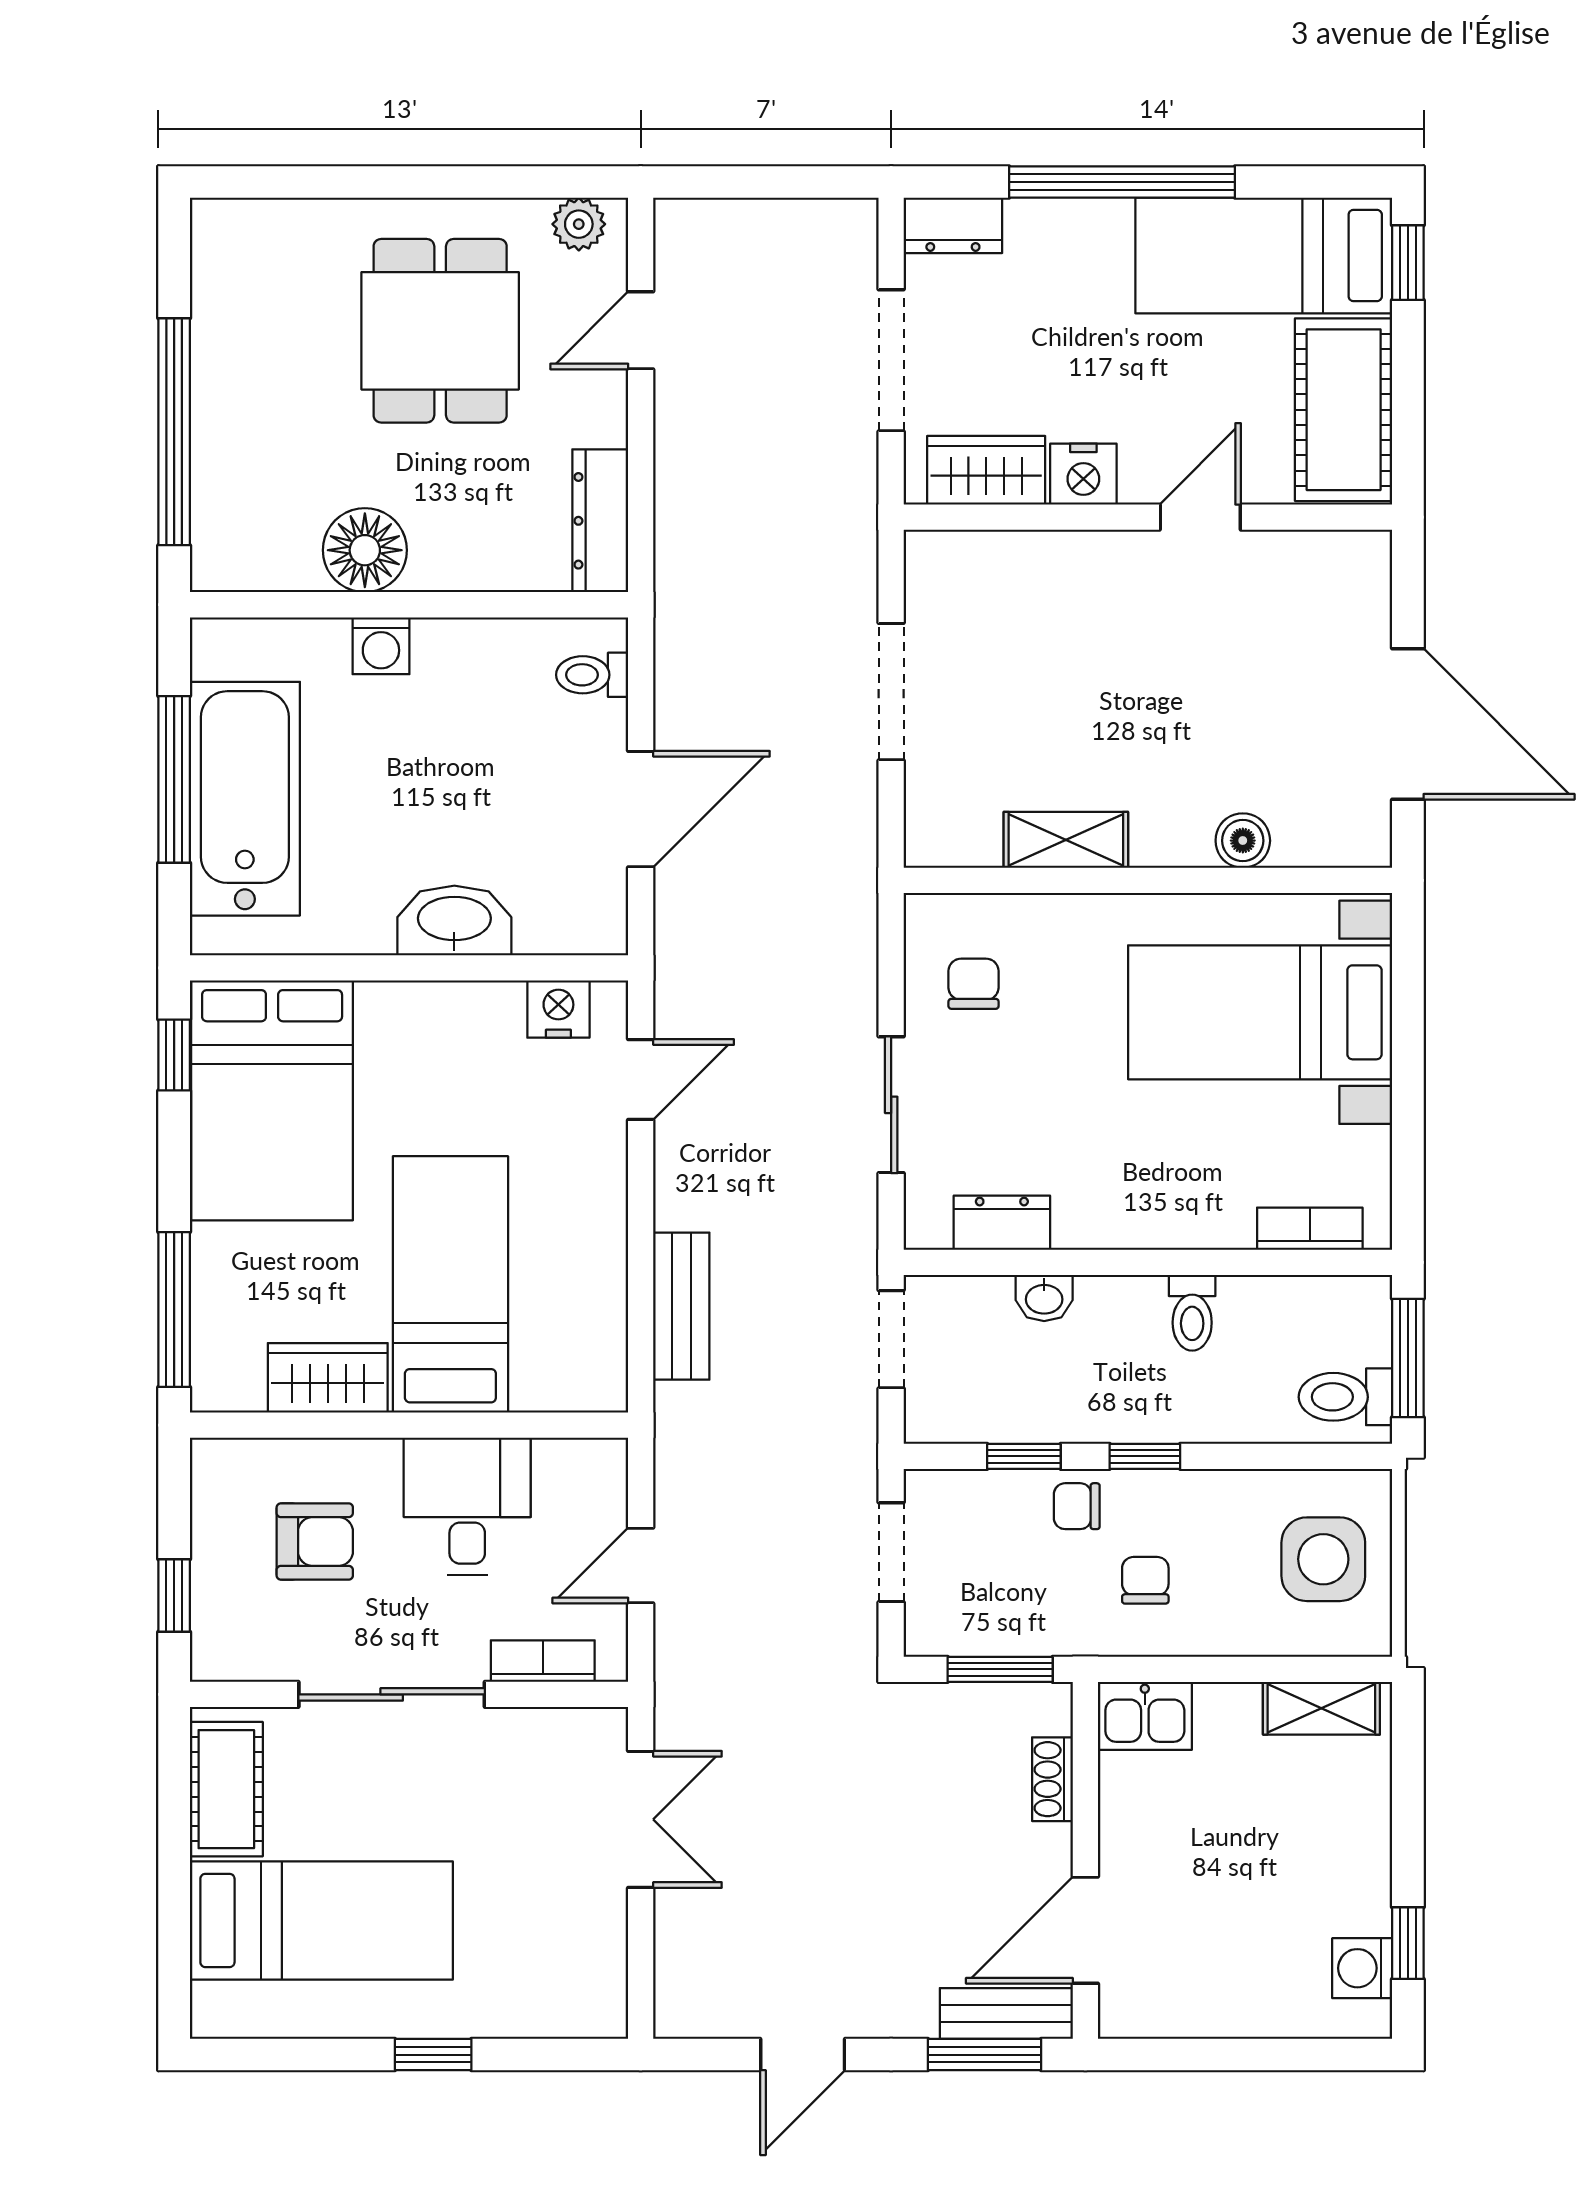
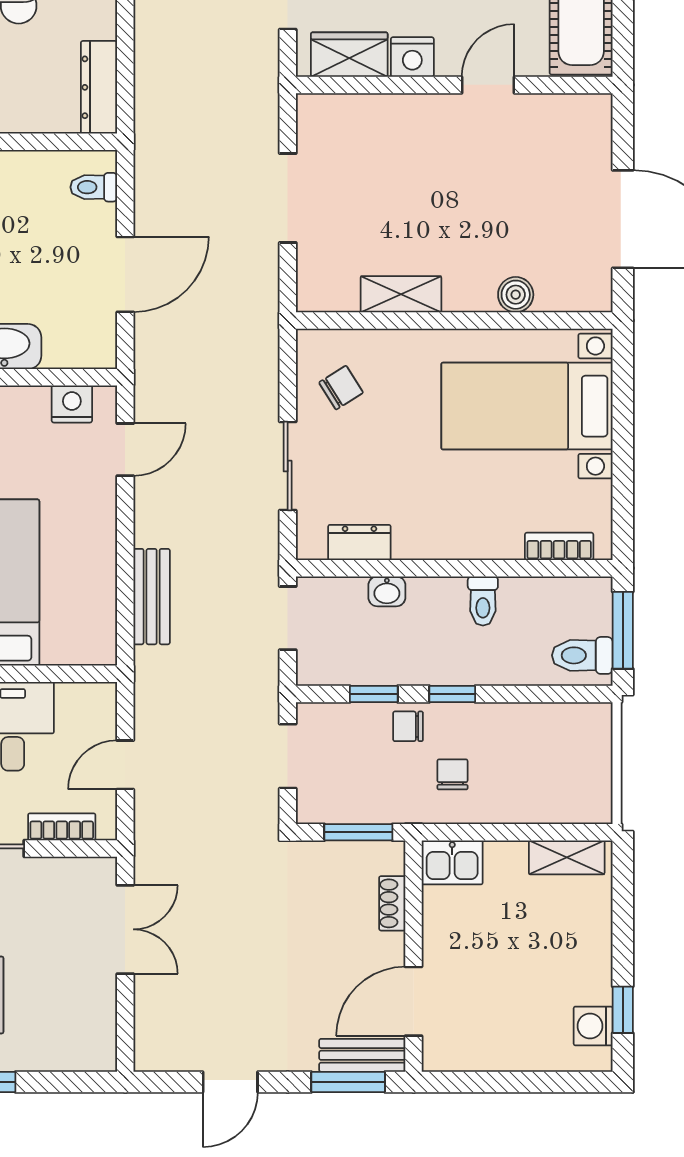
chair: (974, 984) -> (341, 388), turned 58
side table: (1323, 1559) -> (568, 761), removed

